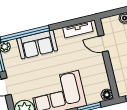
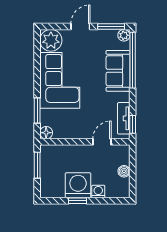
window: (81, 20) -> (133, 124), added

